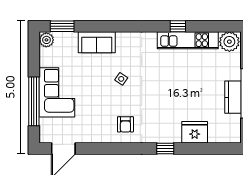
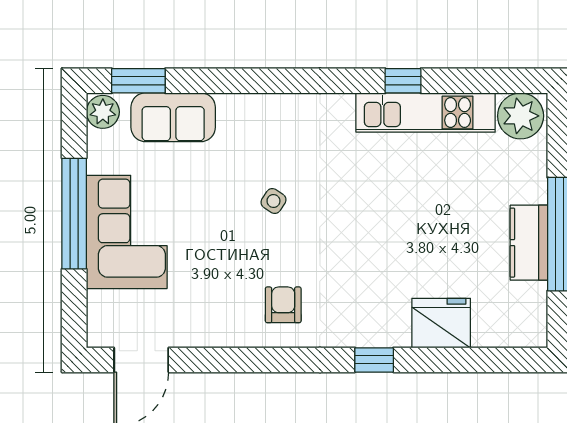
sofa: (97, 42) -> (173, 117), moved
window: (34, 101) -> (74, 214), moved
armchair: (125, 124) -> (283, 305), turned 180

